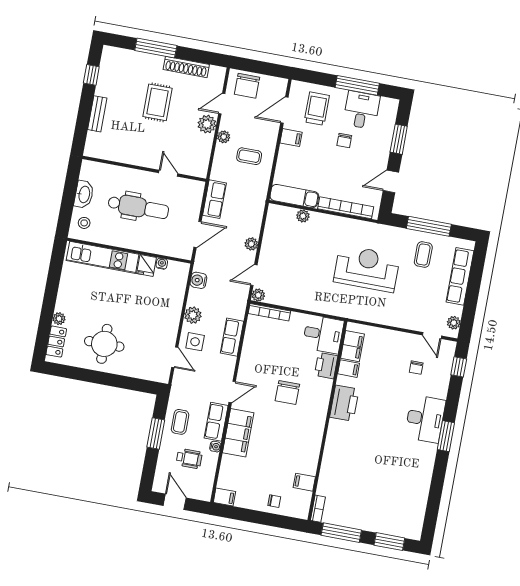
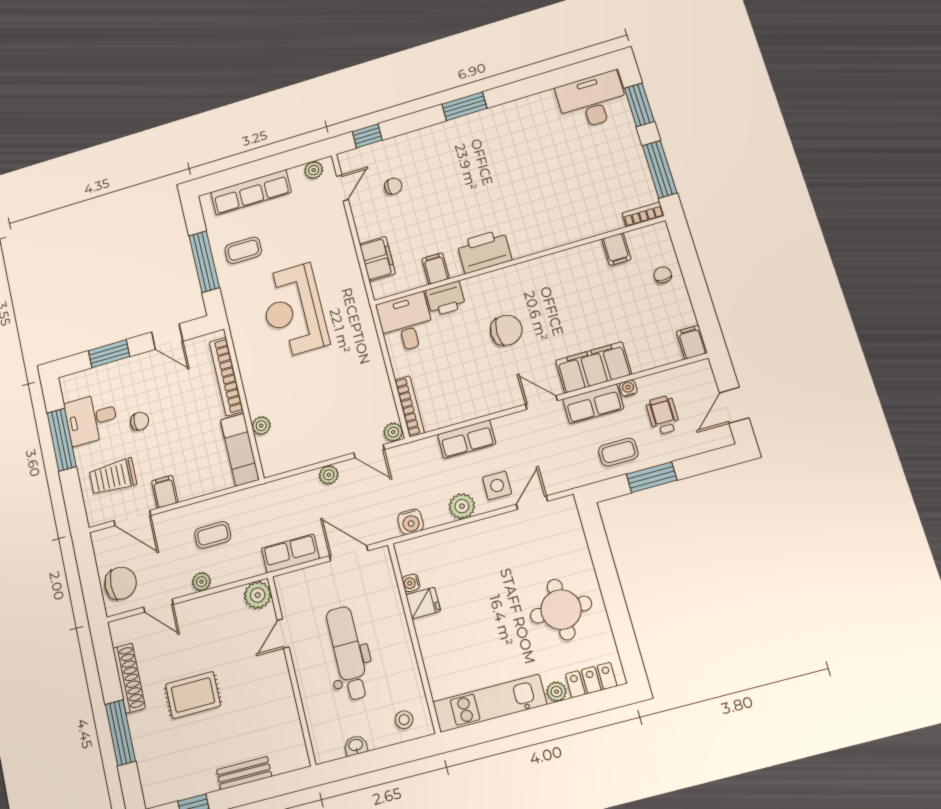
plant: (207, 124) -> (258, 595), moved
coffee table: (249, 156) -> (213, 535), turned 90
washbasin: (84, 194) -> (356, 745), width x0.52, depth x0.69
kitchen unit: (103, 257) -> (490, 703), moved, turned -90
filing cabinet: (352, 346) -> (377, 259), moved, turned 90
desk: (425, 419) -> (592, 101), moved

